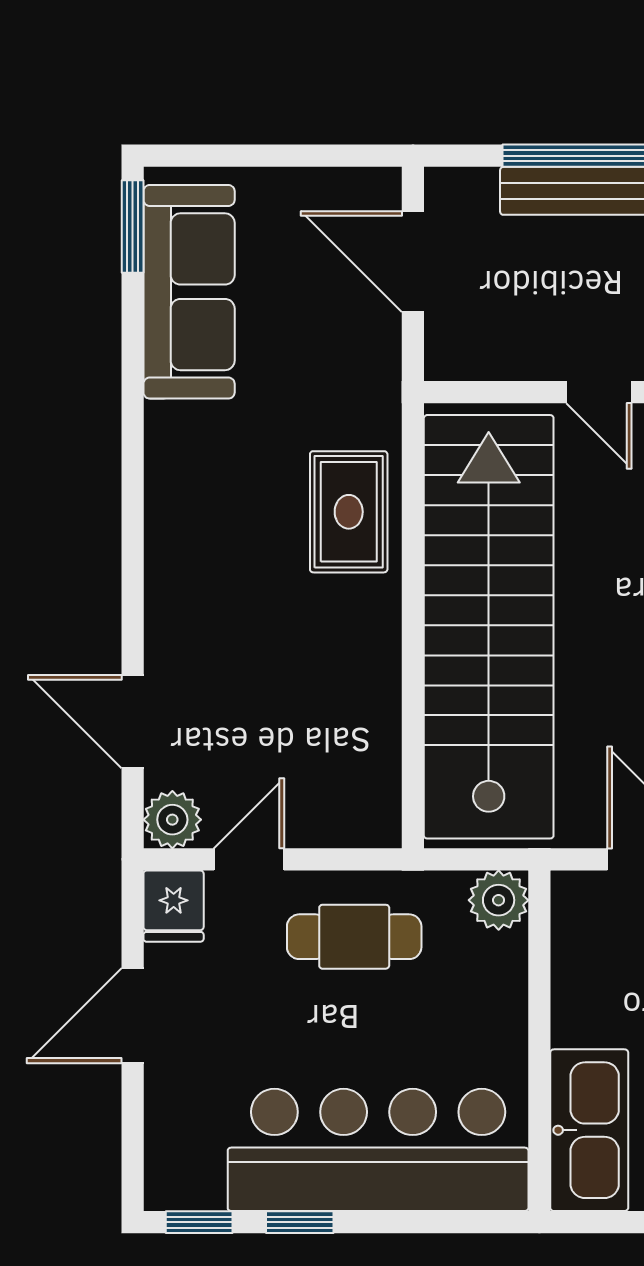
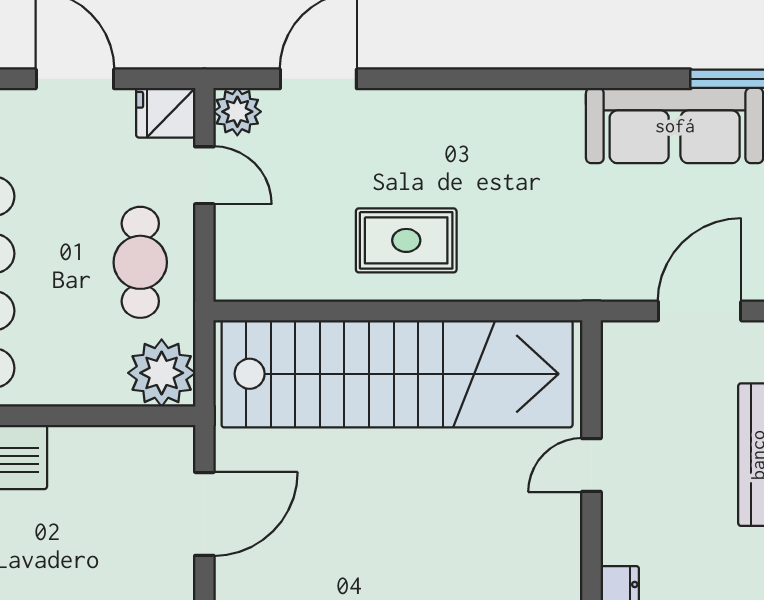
rug: (349, 512) -> (406, 240), moved
plant: (499, 900) -> (162, 373), width x1.36, depth x1.36

